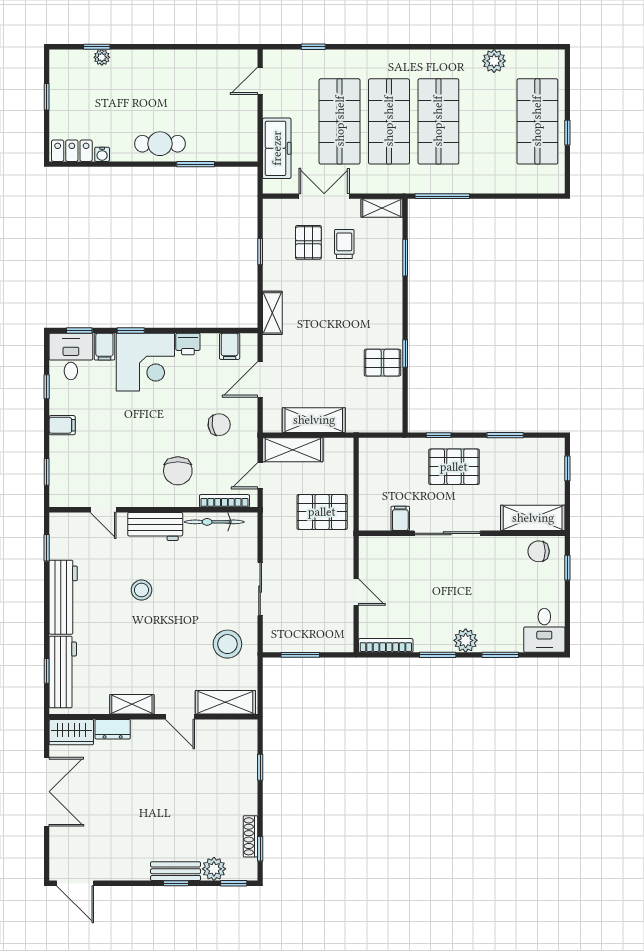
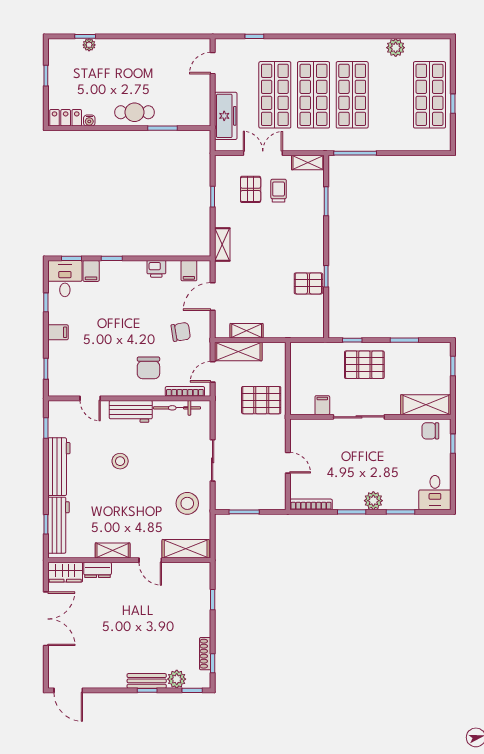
corner desk: (145, 362) -> (123, 283), removed
shelving: (314, 420) -> (247, 331), width x0.67, depth x0.75

